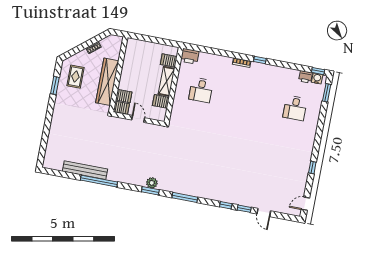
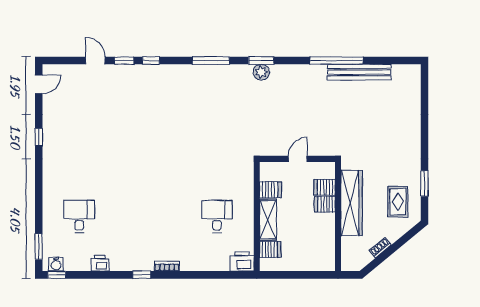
printer: (306, 77) -> (100, 263), moved
server rack: (121, 108) -> (325, 204), moved
door: (138, 119) -> (298, 159), swing flipped

